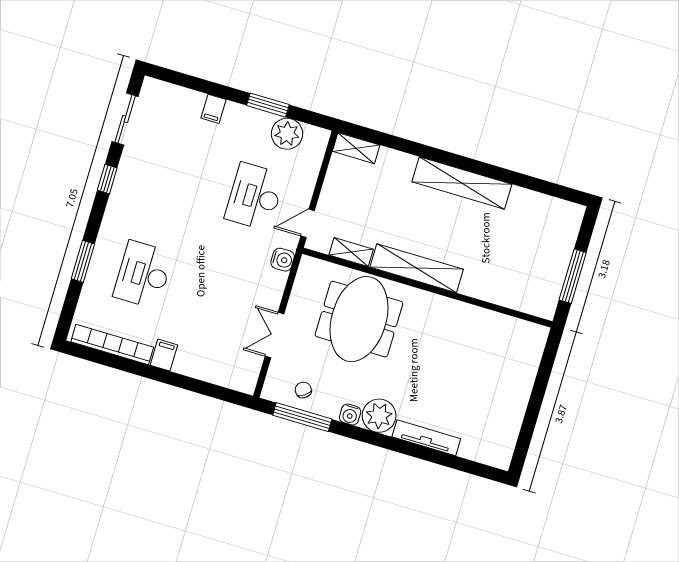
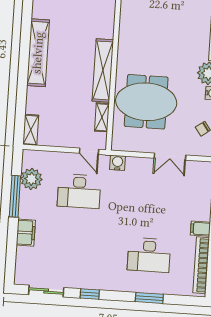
window: (268, 105) -> (15, 196), width x1.44
filing cabinet: (213, 109) -> (26, 233), width x2.00

